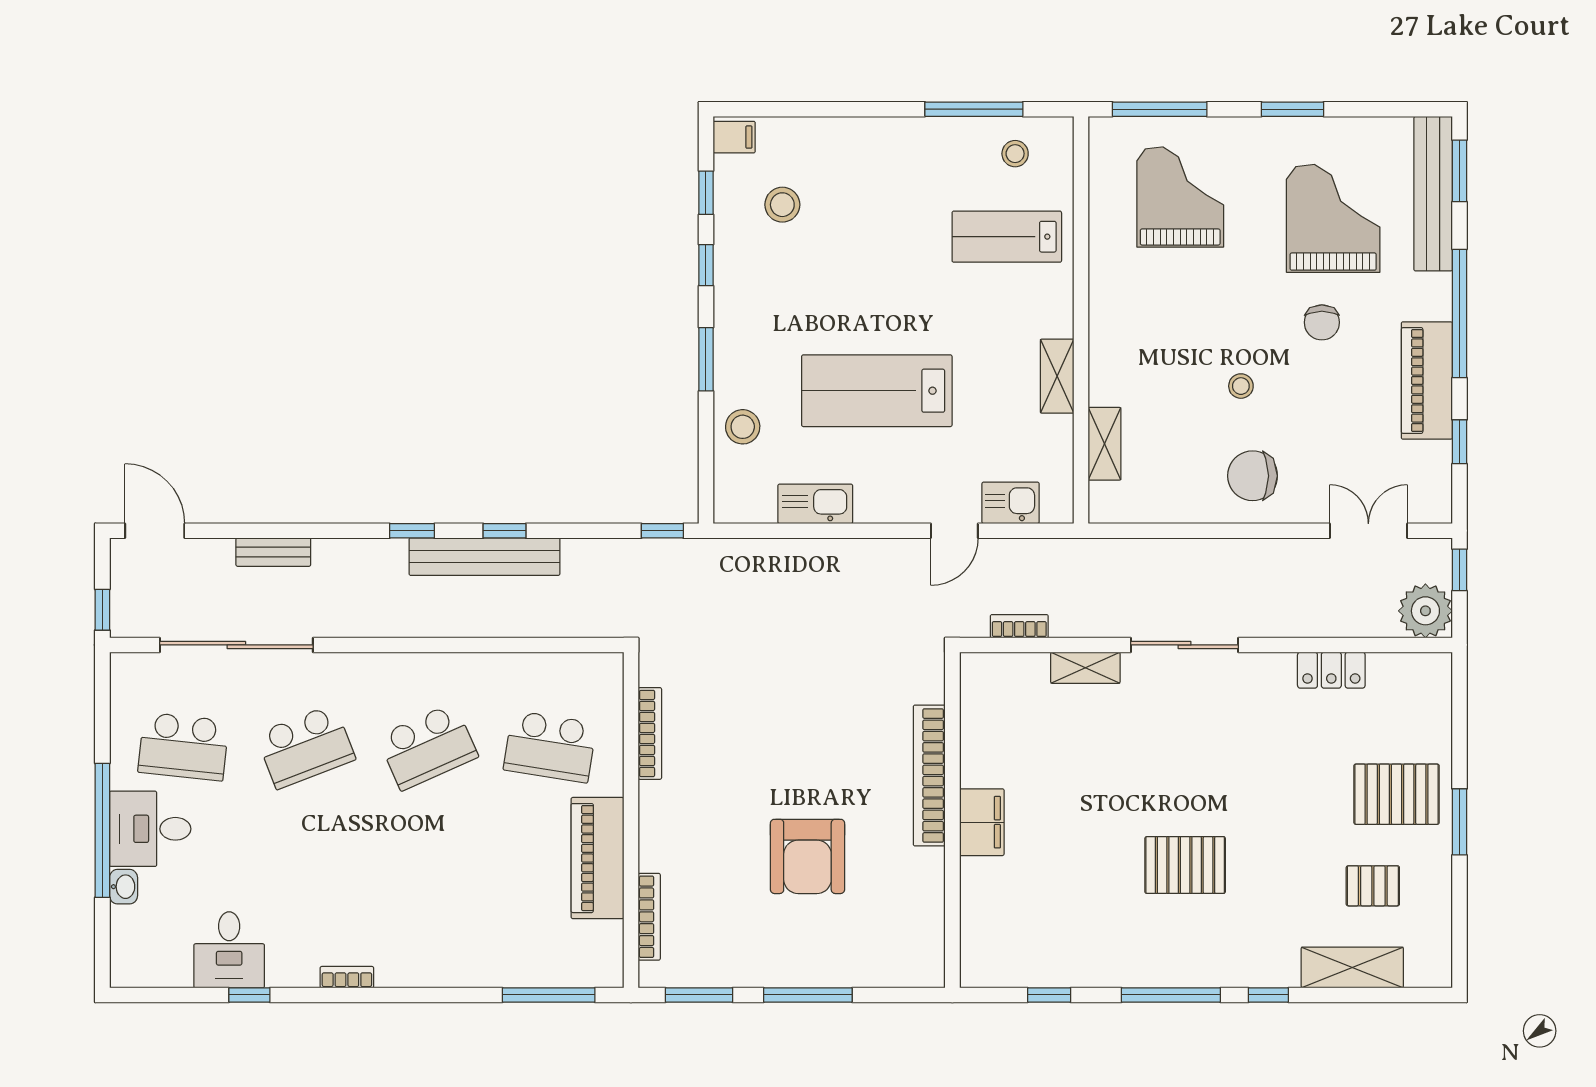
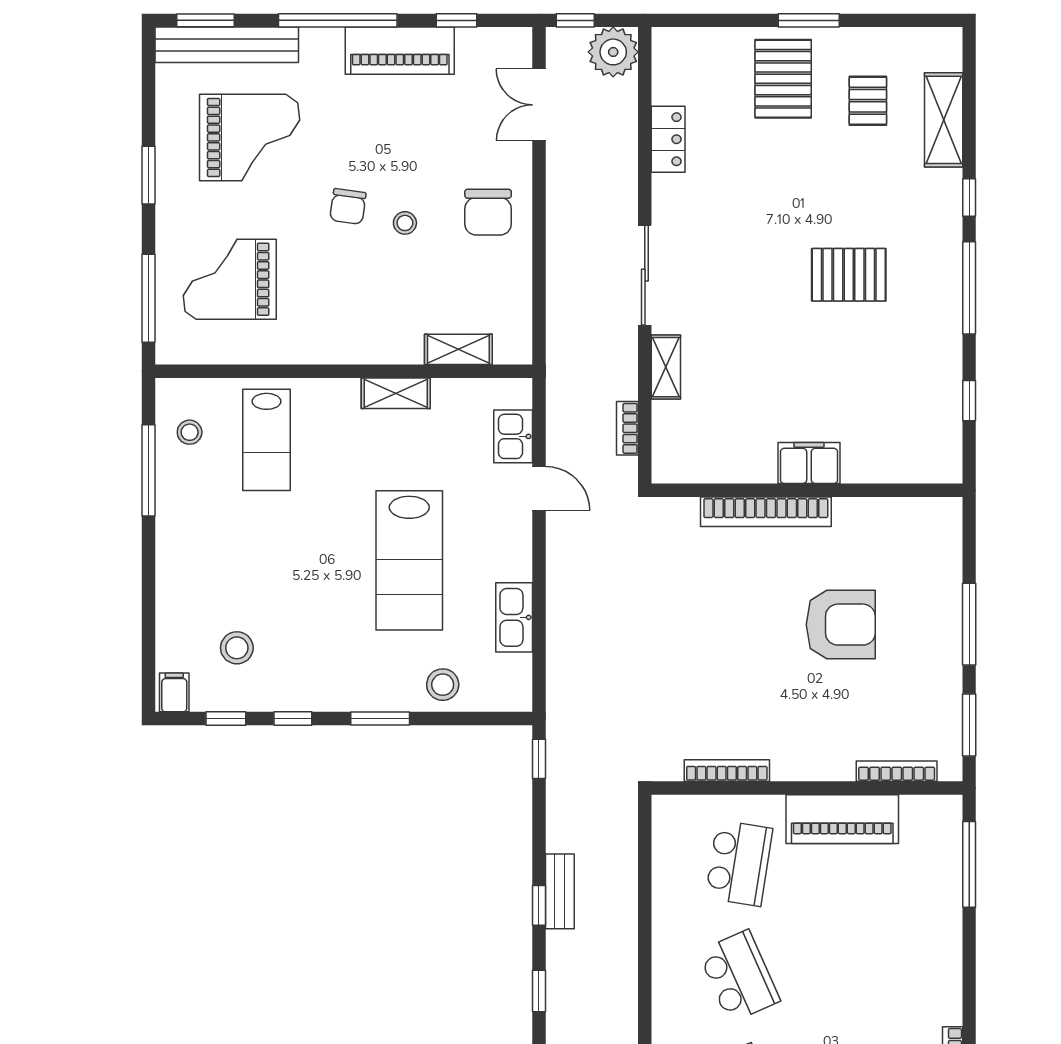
grand piano: (1333, 218) -> (250, 137), turned 180
chair: (1322, 322) -> (348, 206), moved, turned 98
bench: (484, 557) -> (560, 891), width x0.54, depth x0.82
pallet: (1185, 865) -> (849, 275), turned 90

